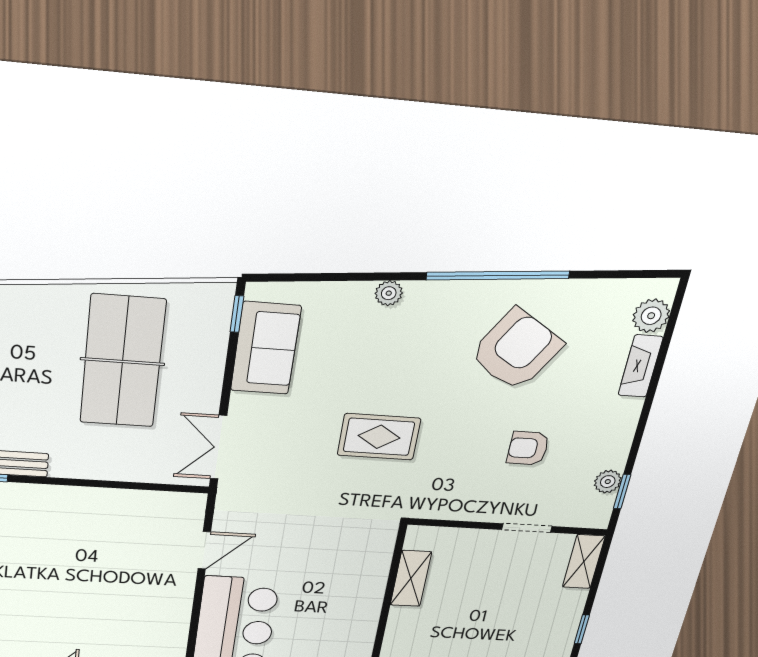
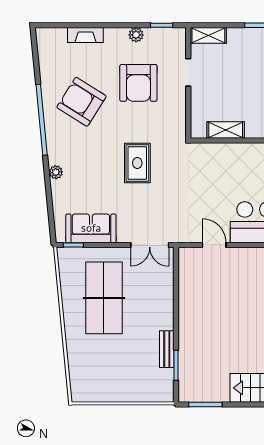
plant: (651, 316) -> (57, 37), removed
table tennis table: (123, 362) -> (104, 298), turned 90
armchair: (528, 448) -> (138, 83), width x1.88, depth x1.88
plant: (608, 482) -> (136, 35), moved

